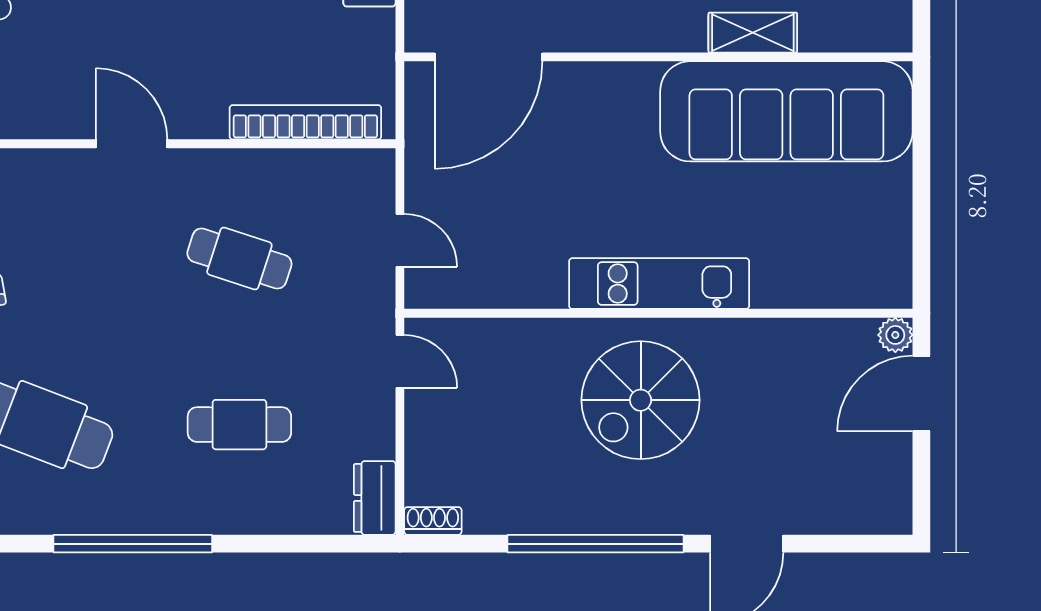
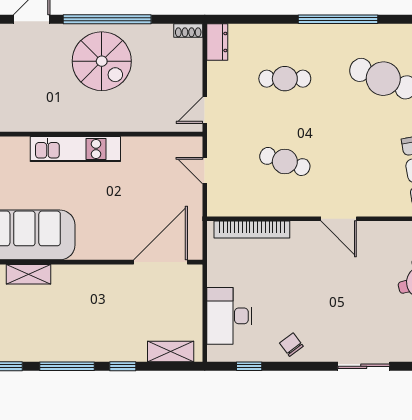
door: (400, 361) -> (205, 110), hinge flipped
spiral stairs: (641, 400) -> (102, 61), moved, turned 90

